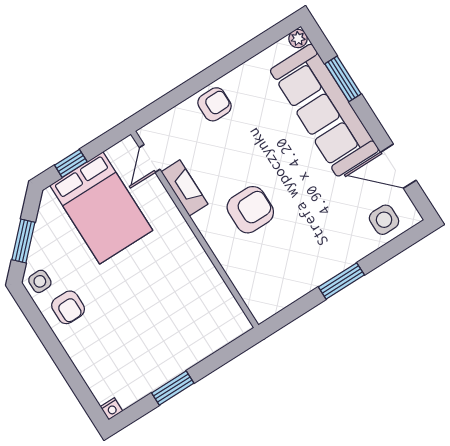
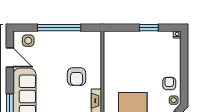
armchair: (250, 210) -> (77, 77), turned -90
window: (341, 281) -> (59, 28), width x2.11

